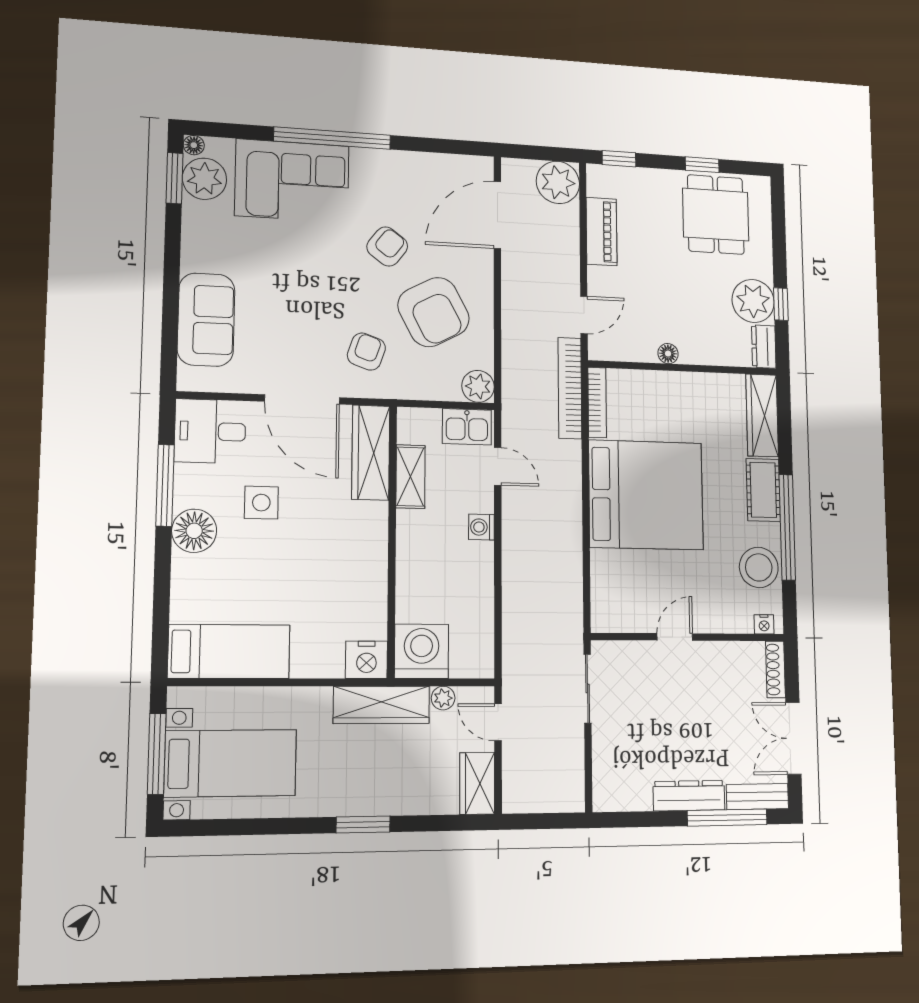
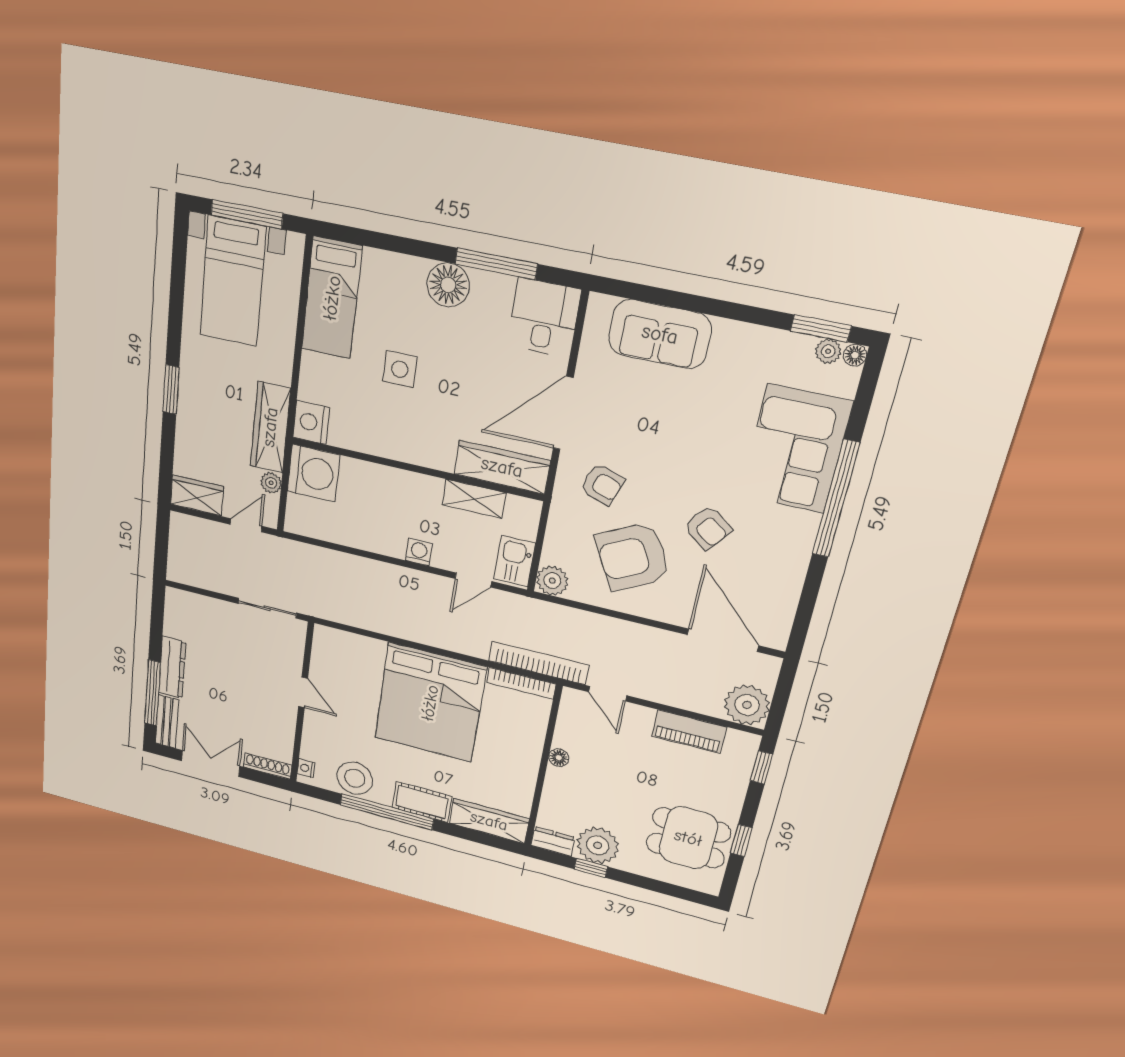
plant: (204, 179) -> (828, 351), width x0.53, depth x0.53
side table: (261, 503) -> (400, 369), moved

